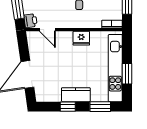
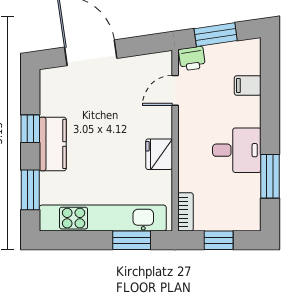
window: (127, 74) -> (132, 240), moved

